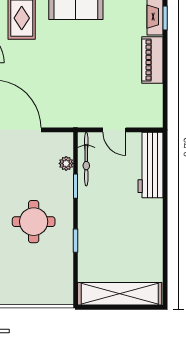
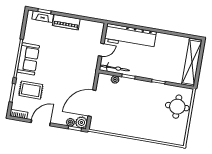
workbench: (151, 165) -> (130, 36), width x1.36, depth x1.32
round table: (34, 222) -> (177, 107), moved

